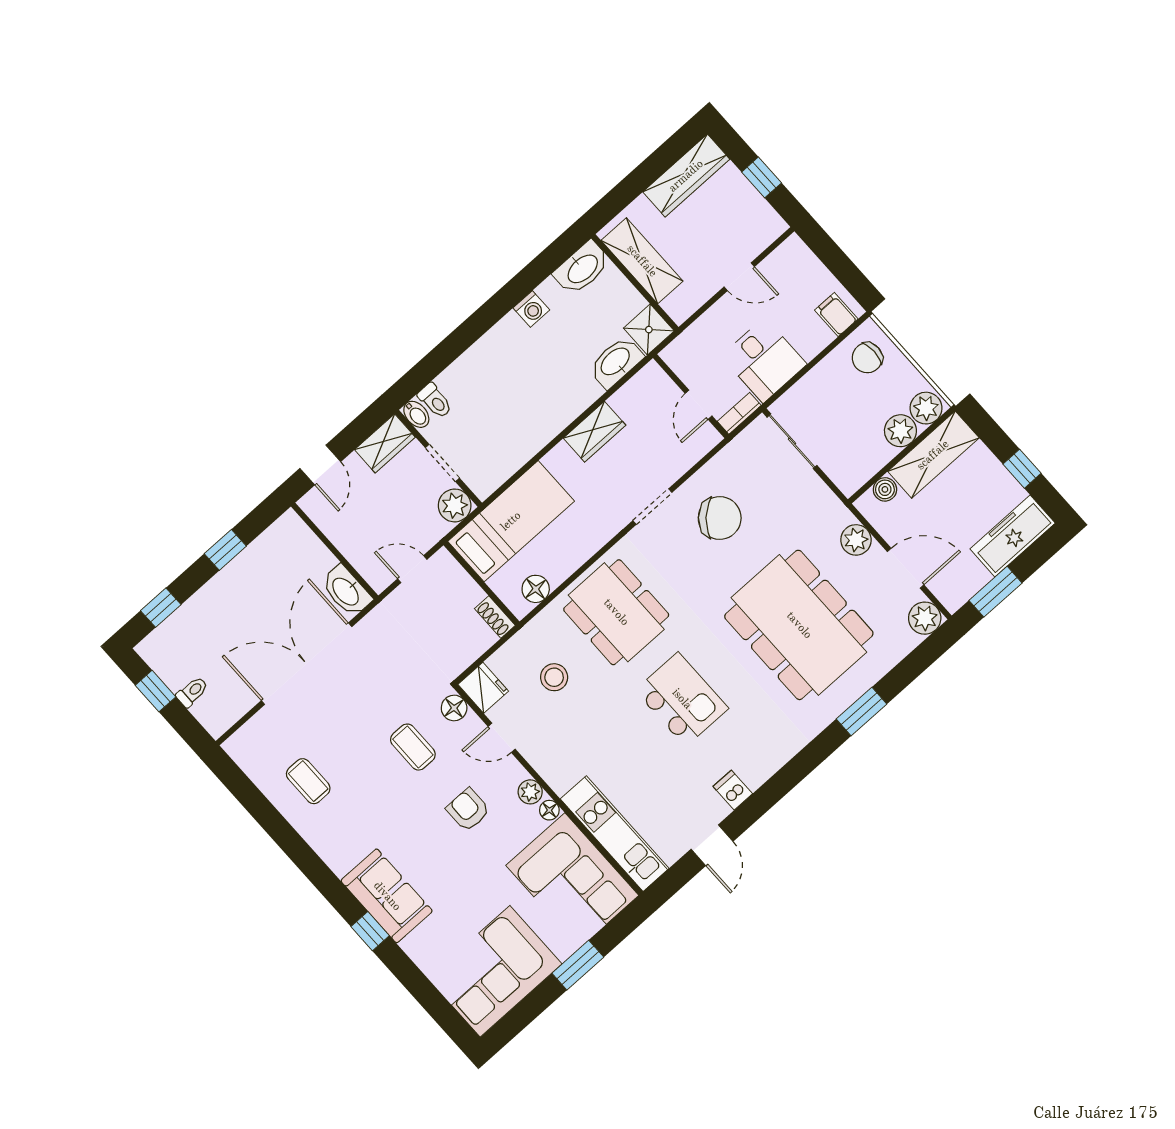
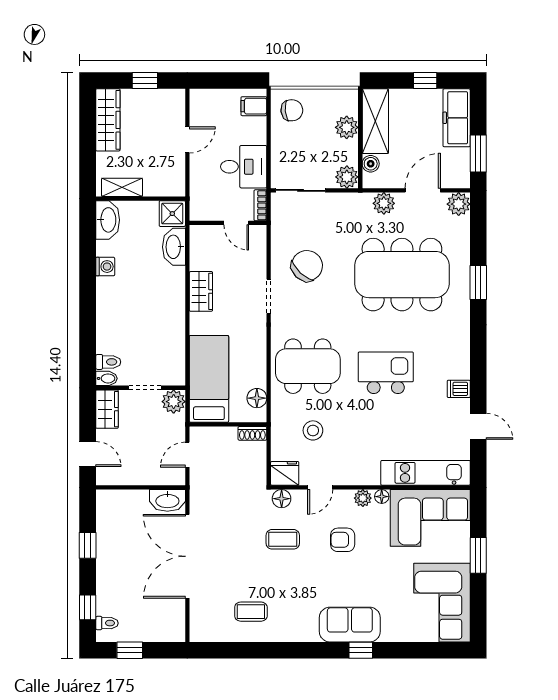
shelving: (642, 261) -> (122, 187), width x0.67, depth x0.75
chair: (867, 358) -> (292, 110), turned -96
plant: (926, 408) -> (347, 177), moved
toilet: (192, 692) -> (107, 623), moved, turned 90

